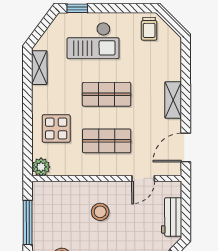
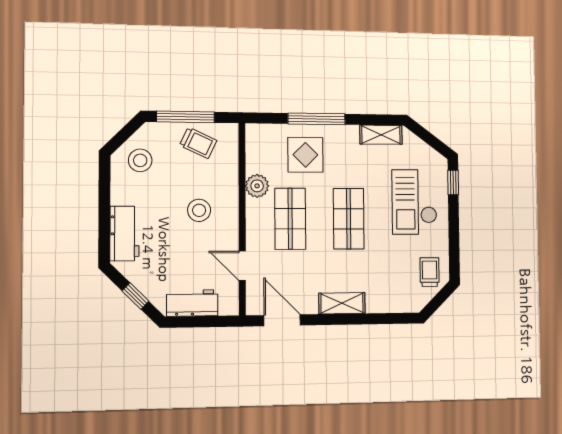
trolley: (149, 29) -> (430, 272), turned 90
window: (27, 120) -> (317, 119), added
plant: (41, 167) -> (257, 186), moved
trolley: (48, 213) -> (198, 143), added

